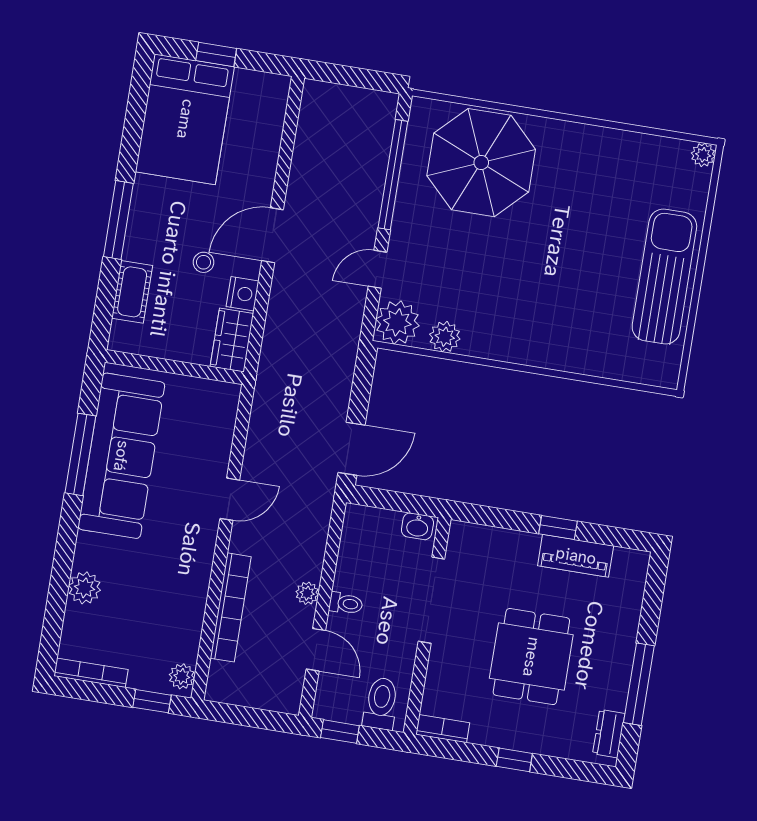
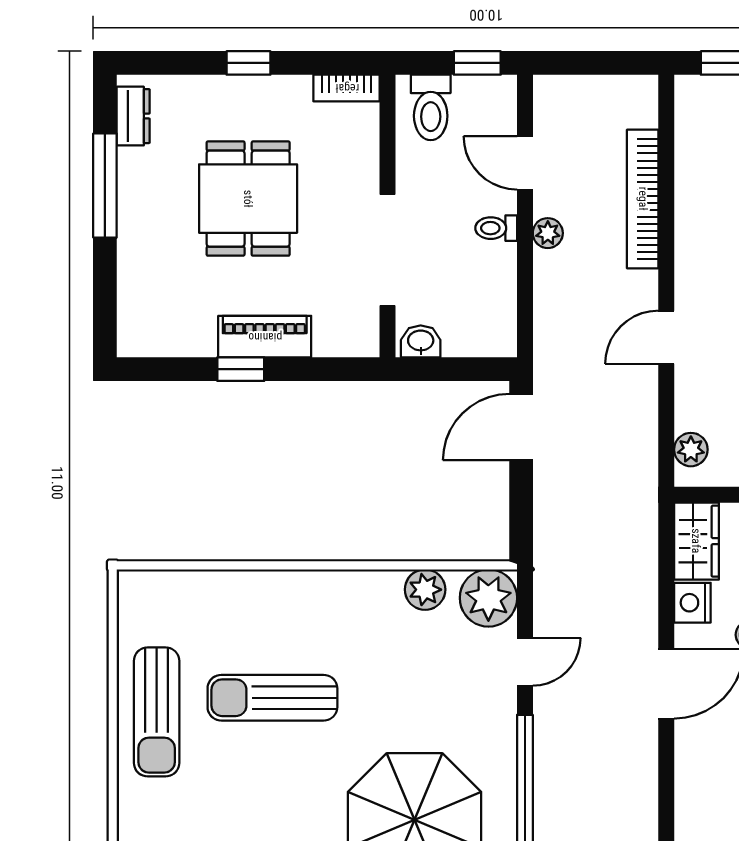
sun lounger: (574, 273) -> (272, 698), added
sun lounger: (664, 277) -> (157, 712), width x0.73, depth x0.75
piano: (576, 556) -> (265, 337), moved
plant: (182, 676) -> (691, 450), moved

